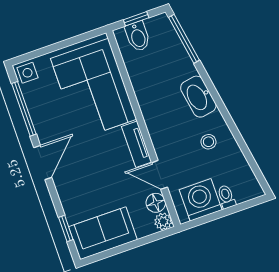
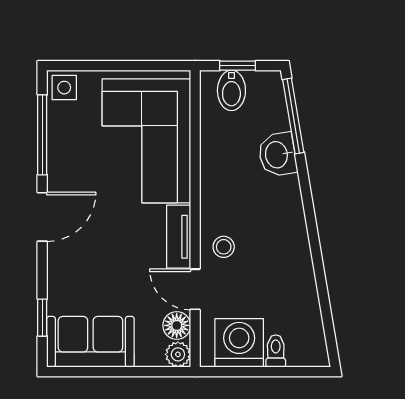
washbasin: (198, 97) -> (277, 155), moved, width x0.72
stool: (208, 142) -> (224, 247), moved

